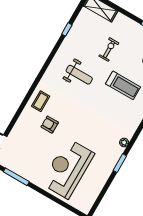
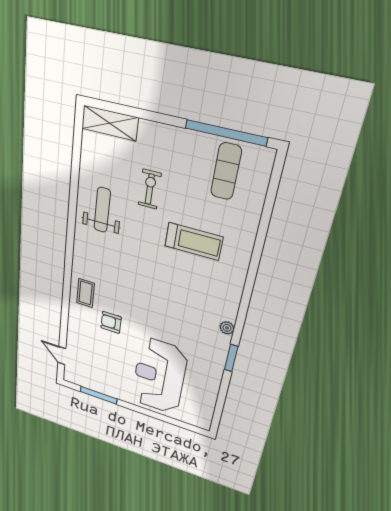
window: (67, 29) -> (75, 176), removed
weight bench: (79, 75) -> (102, 210), moved, turned -90

